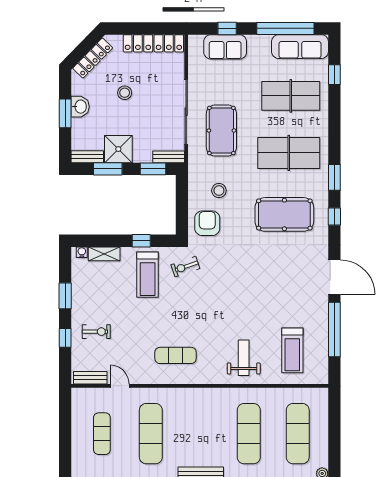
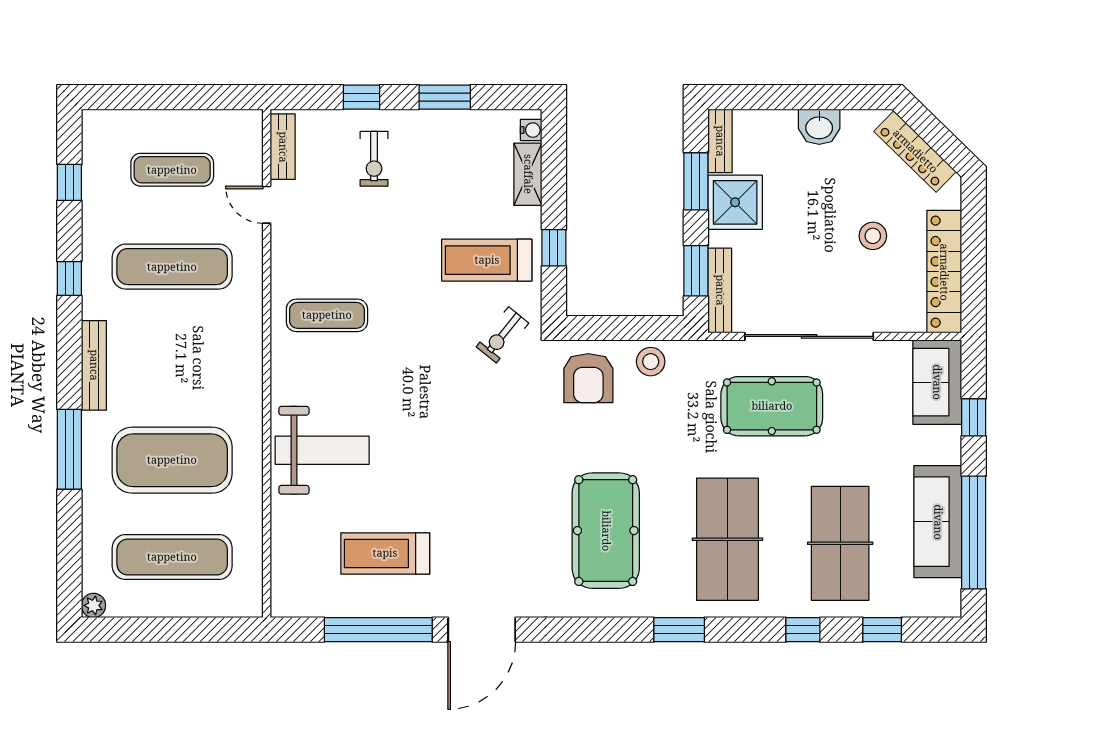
sofa: (225, 47) -> (937, 382), moved
sofa: (300, 47) -> (938, 522), moved
stool: (125, 93) -> (873, 236), moved
window: (65, 113) -> (806, 97), removed
bench: (169, 157) -> (720, 290), width x1.36
stool: (219, 191) -> (651, 362), moved
window: (334, 217) -> (803, 630), moved
armchair: (207, 223) -> (588, 378), turned 90
exercise bike: (185, 267) -> (502, 335), turned -122
treadmill: (292, 350) -> (385, 553), moved
exercise mat: (176, 355) -> (327, 315), turned 90
weight bench: (244, 358) -> (322, 450), width x1.36, depth x1.33
door: (120, 386) -> (267, 205), swing flipped
exercise mat: (249, 434) -> (172, 460), width x1.47

